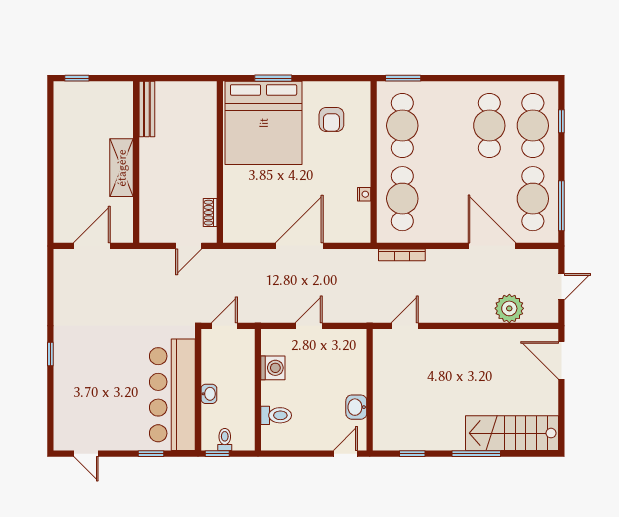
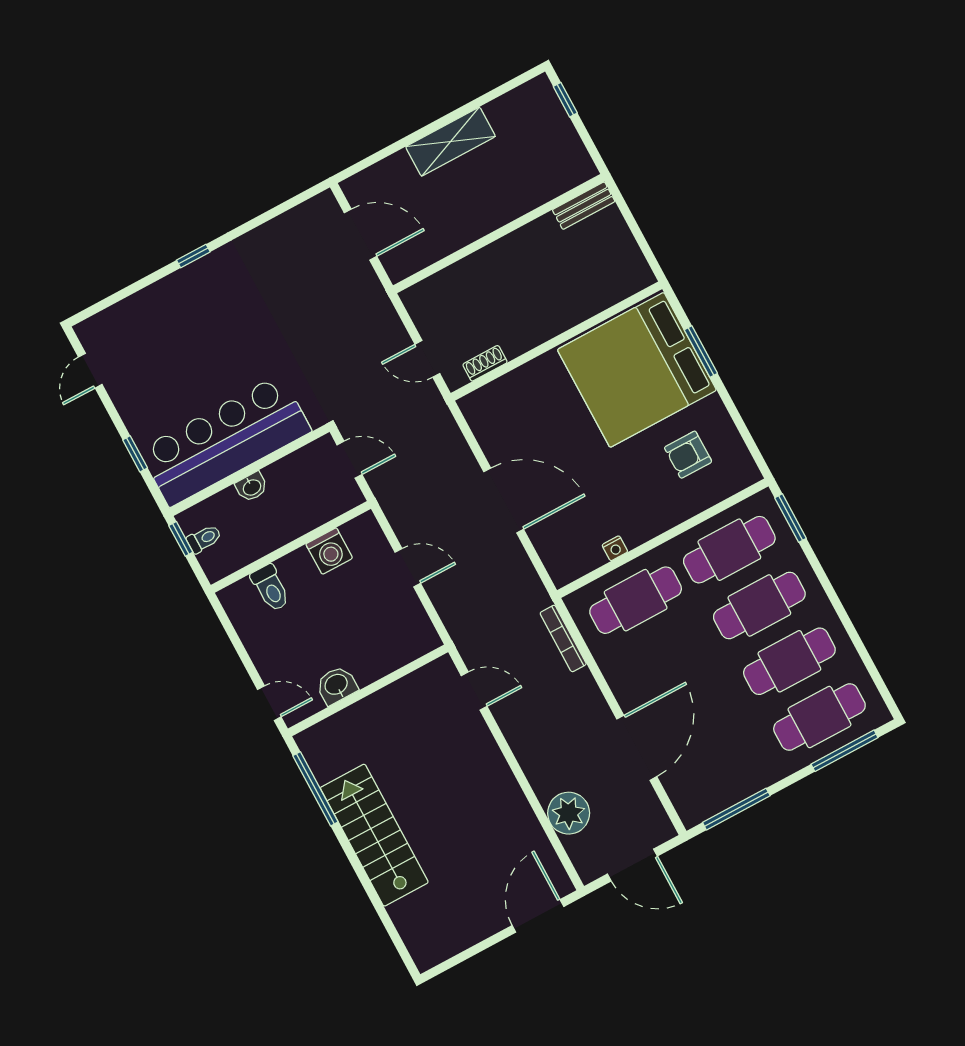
bench: (147, 109) -> (584, 206), width x0.73
window: (561, 121) -> (845, 751), width x2.17
shelving: (122, 168) -> (451, 142), moved
cafe table: (533, 199) -> (759, 605), moved
door: (561, 287) -> (632, 865), width x1.38
stairs: (512, 433) -> (374, 835), moved
window: (412, 454) -> (315, 789), width x2.17
window: (476, 454) -> (360, 871), removed

